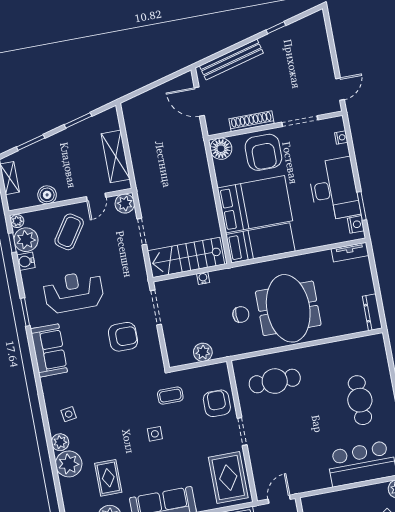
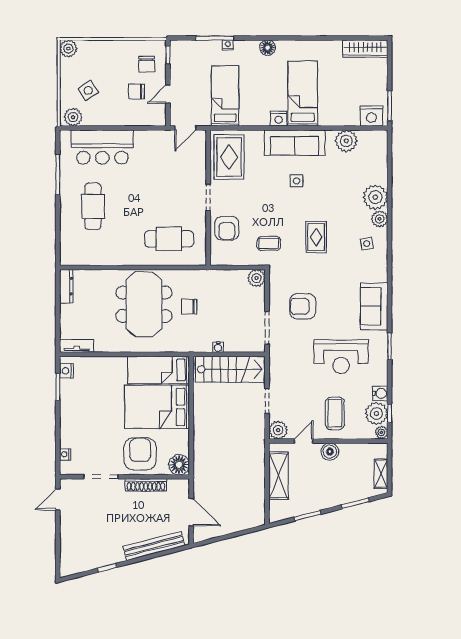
desk: (334, 189) -> (81, 407), removed
boiler: (47, 195) -> (330, 452), moved
coffee table: (69, 232) -> (335, 413), turned -34
plant: (203, 352) -> (256, 278), moved
side table: (155, 434) -> (297, 181), moved
rug: (108, 478) -> (316, 237), moved

